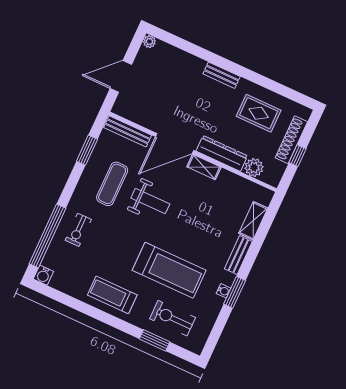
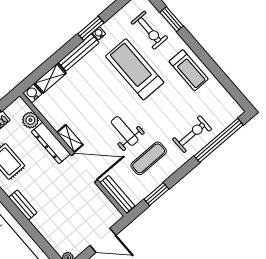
exercise bike: (78, 230) -> (192, 134), width x1.38, depth x1.39
bench: (238, 255) -> (79, 53), width x1.36
water cooler: (43, 275) -> (32, 93), moved, turned -90

